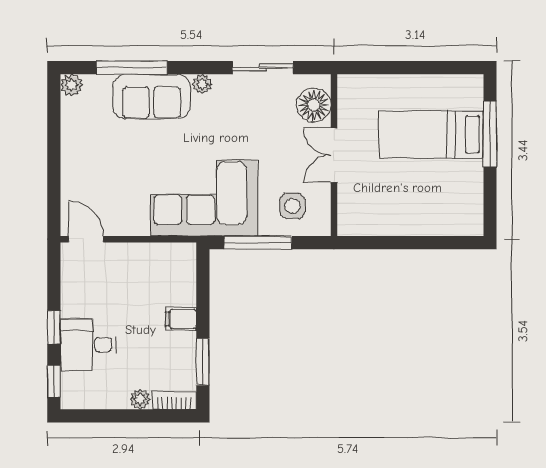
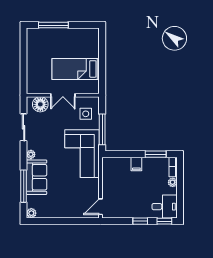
bed: (431, 134) -> (76, 69), moved, turned 90
desk: (88, 345) -> (165, 207), moved, turned -90

